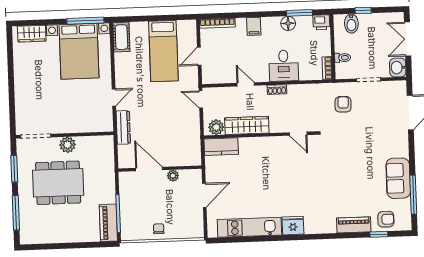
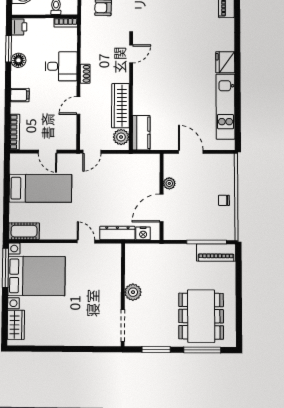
nightstand: (124, 152) -> (143, 233), added
dining table: (58, 183) -> (201, 316), moved

